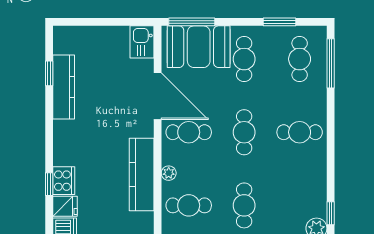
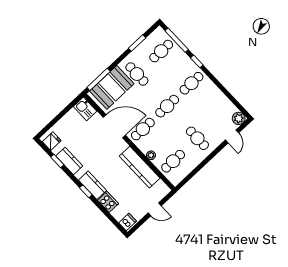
cafe table: (300, 59) -> (161, 51), turned 90
kitchen counter: (64, 87) -> (69, 161), width x0.67
cafe table: (244, 132) -> (167, 106), turned 90
kitchen counter: (64, 143) -> (93, 185), added
window: (49, 184) -> (86, 191), moved
fridge: (65, 206) -> (52, 141), moved
window: (331, 213) -> (197, 61), moved

